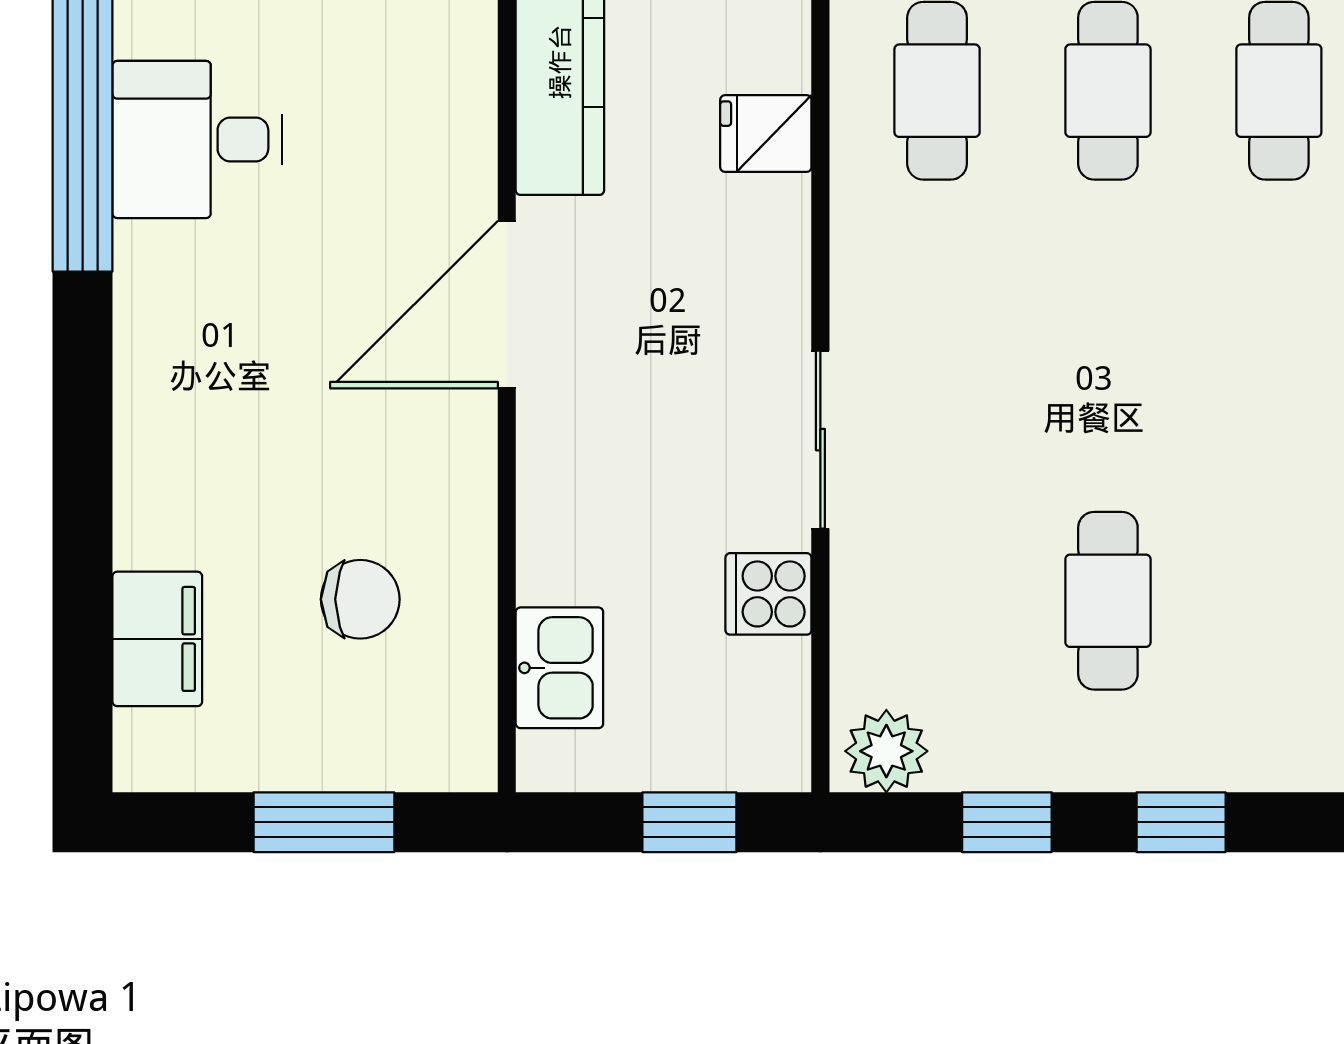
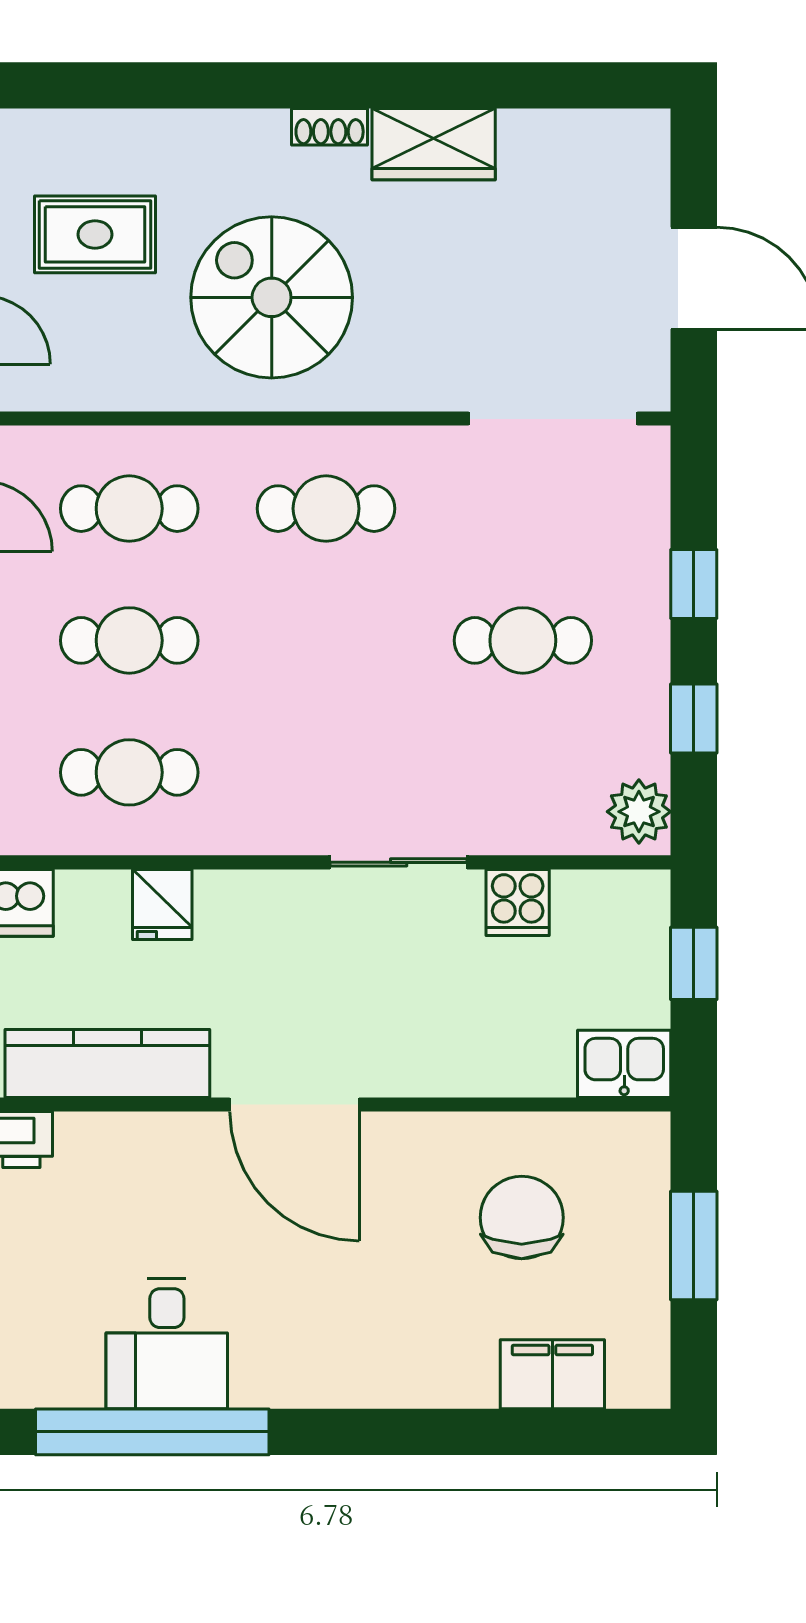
cafe table: (1279, 346) -> (326, 509), added
chair: (360, 599) -> (522, 1218), width x1.37, depth x1.37
kitchen sink: (559, 668) -> (624, 1064), moved

